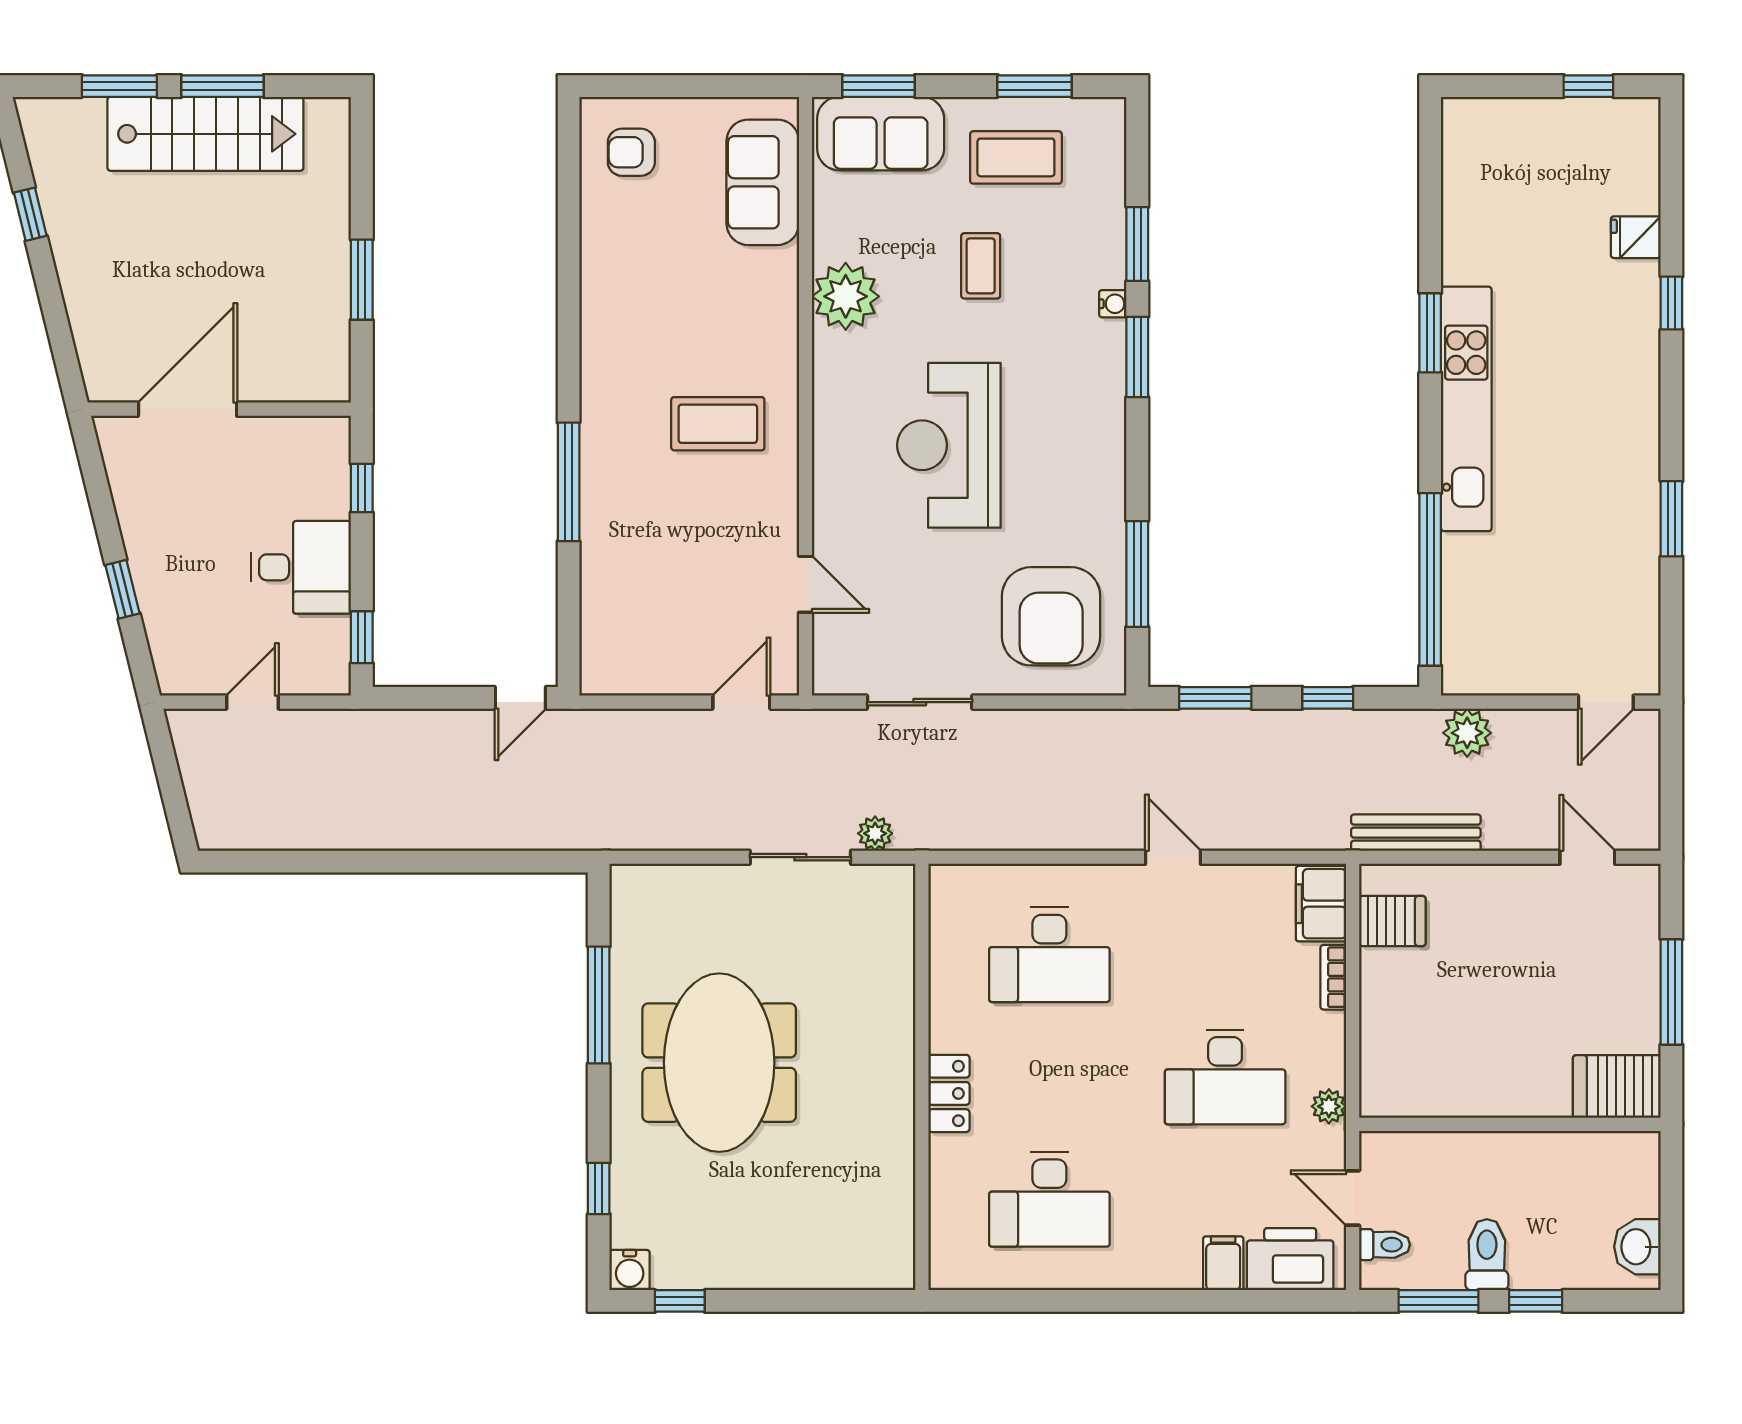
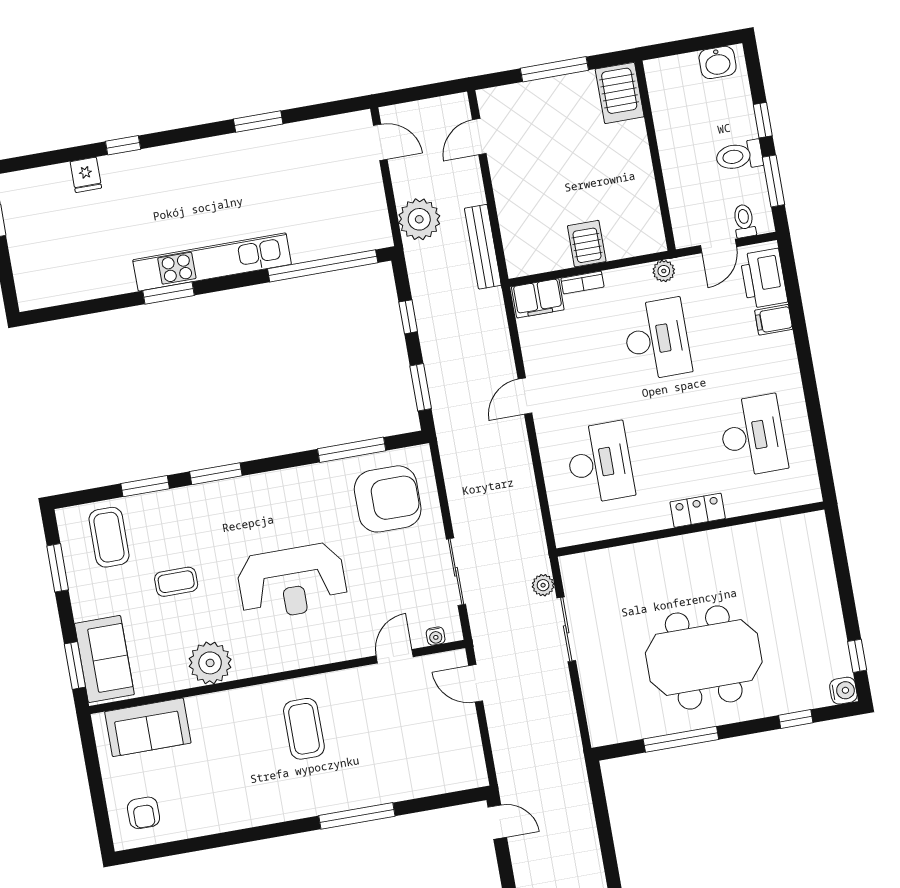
coffee table: (1016, 157) -> (109, 537), moved
water cooler: (1113, 304) -> (436, 636), moved, turned 180
plant: (1467, 733) -> (419, 219), width x1.36, depth x1.36
server rack: (1392, 921) -> (587, 244), moved

